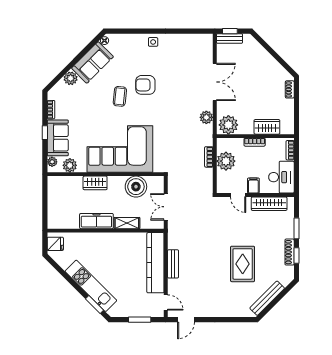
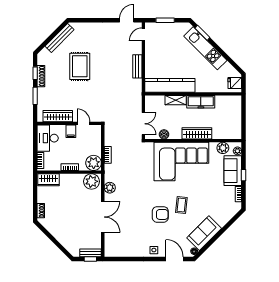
door: (128, 31) -> (174, 259), added
plant: (71, 78) -> (222, 220), removed
double door: (215, 82) -> (103, 217), swing flipped
wardrobe: (267, 127) -> (49, 180), moved
plant: (226, 161) -> (94, 163), moved
wardrobe: (95, 183) -> (197, 133), width x1.50
boiler: (136, 187) -> (164, 134), width x0.54, depth x0.54
double door: (166, 207) -> (143, 124), moved
kitchen counter: (155, 263) -> (170, 85), moved, turned -90
door: (166, 302) -> (143, 34), hinge flipped

